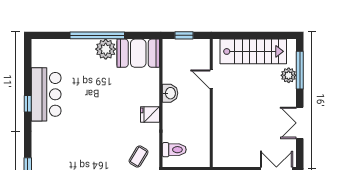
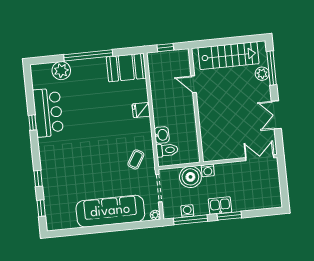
plant: (106, 49) -> (61, 71), moved
washbasin: (170, 93) -> (162, 135), moved
fridge: (150, 114) -> (141, 110), moved

